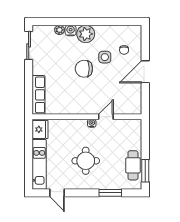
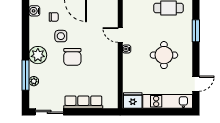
window: (66, 22) -> (25, 75), added
water cooler: (71, 31) -> (34, 11), moved
row of seats: (38, 95) -> (83, 102), moved

